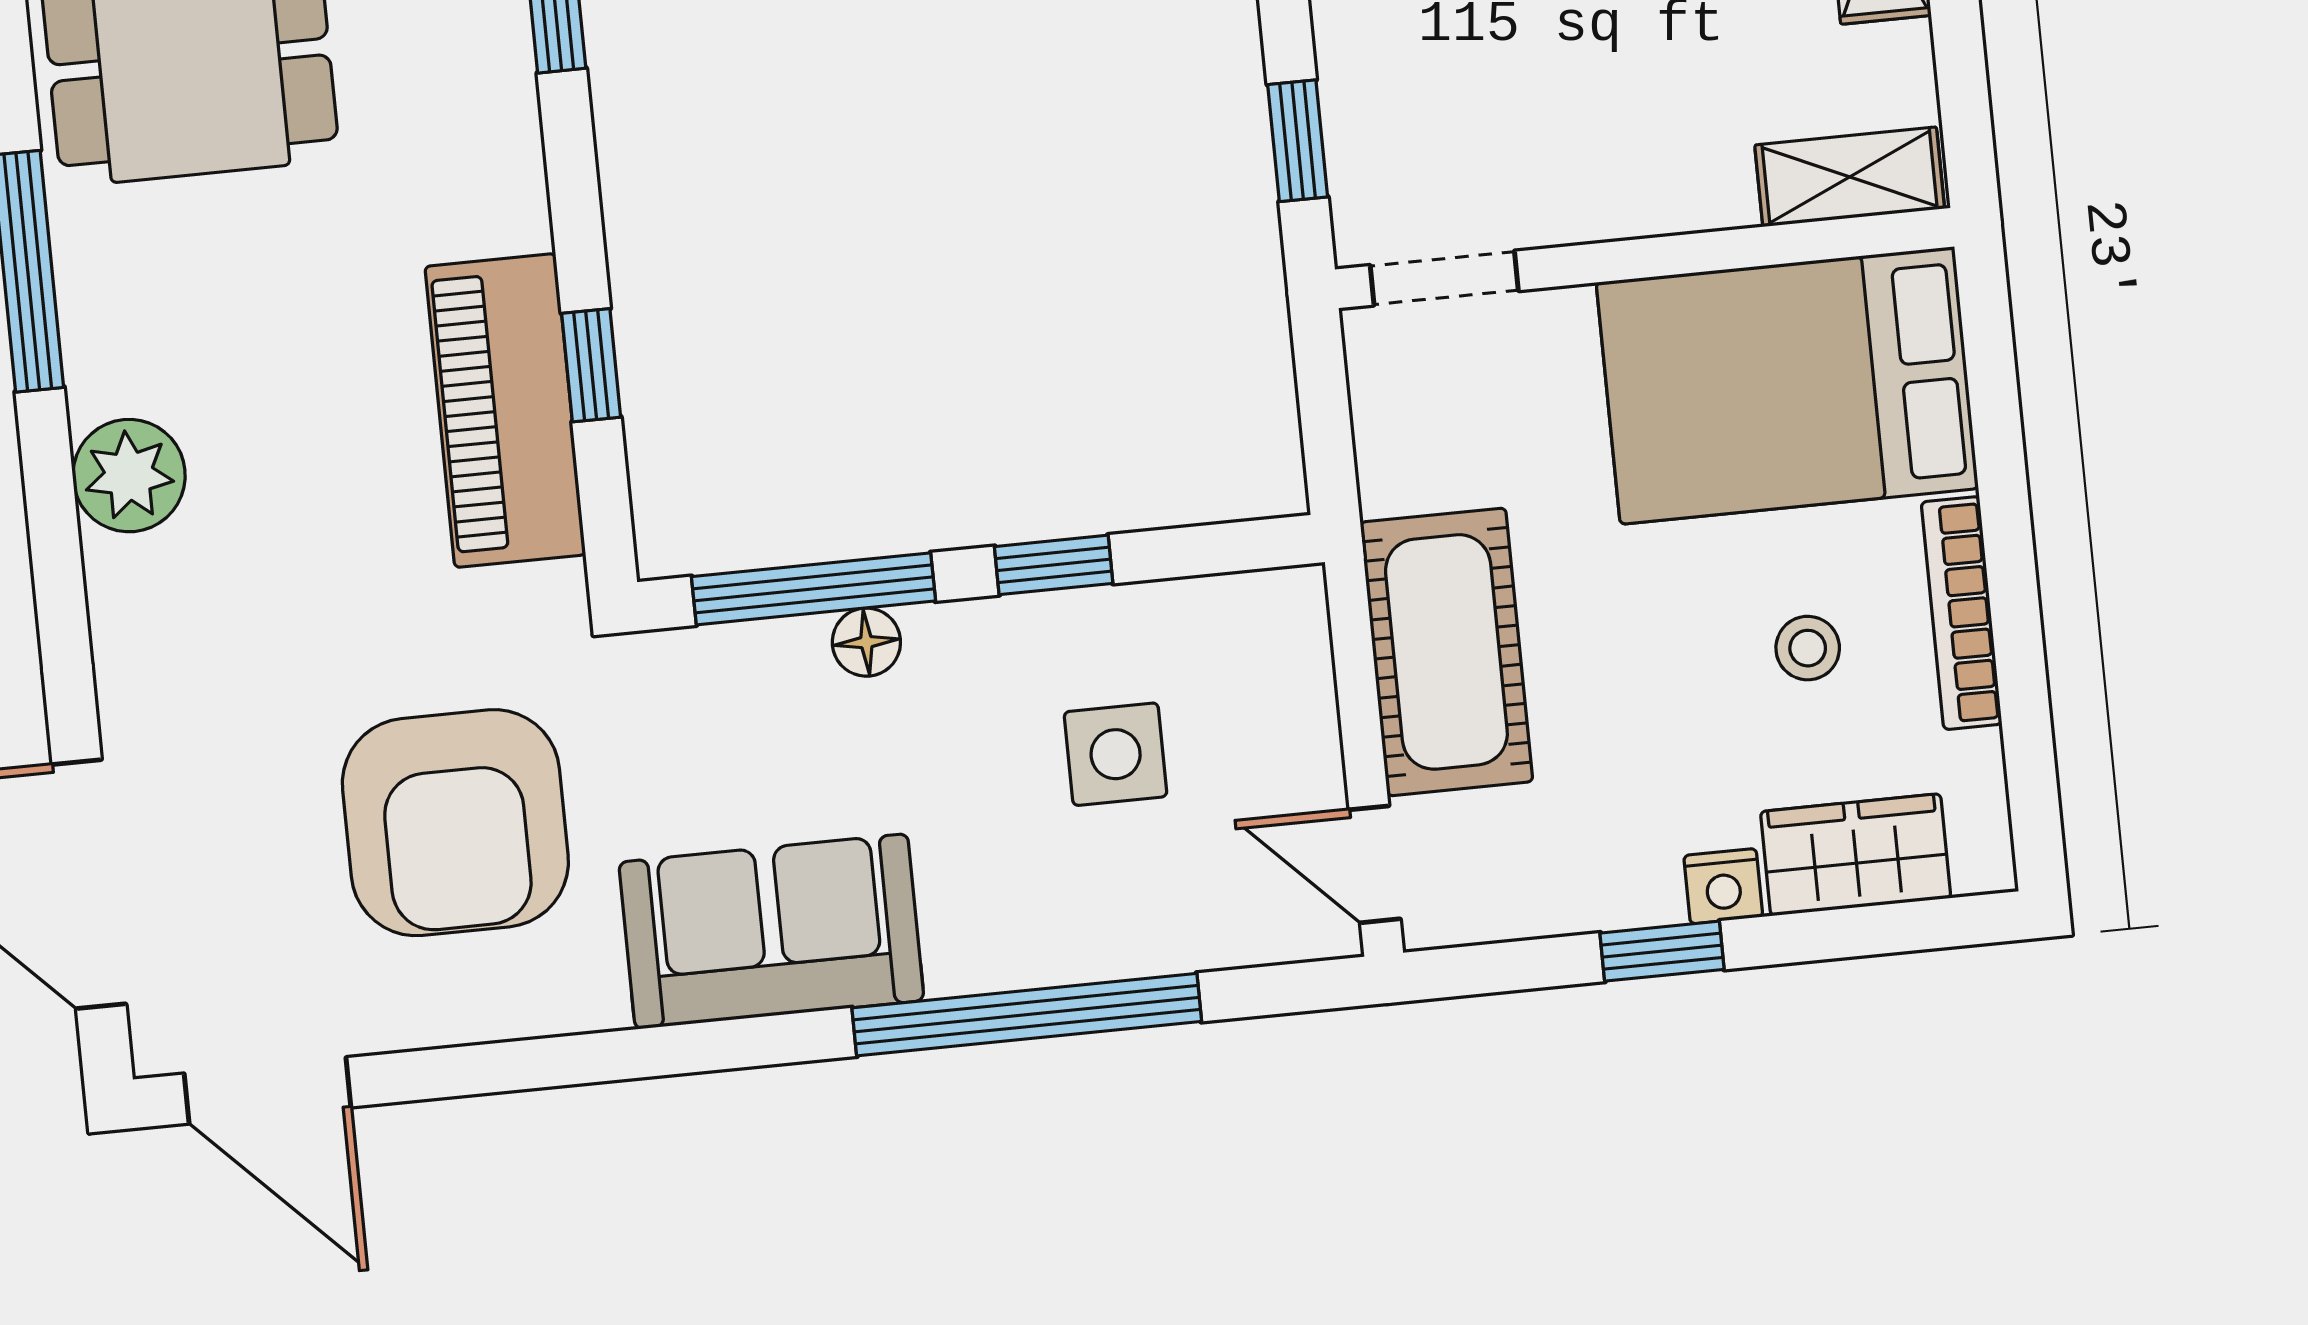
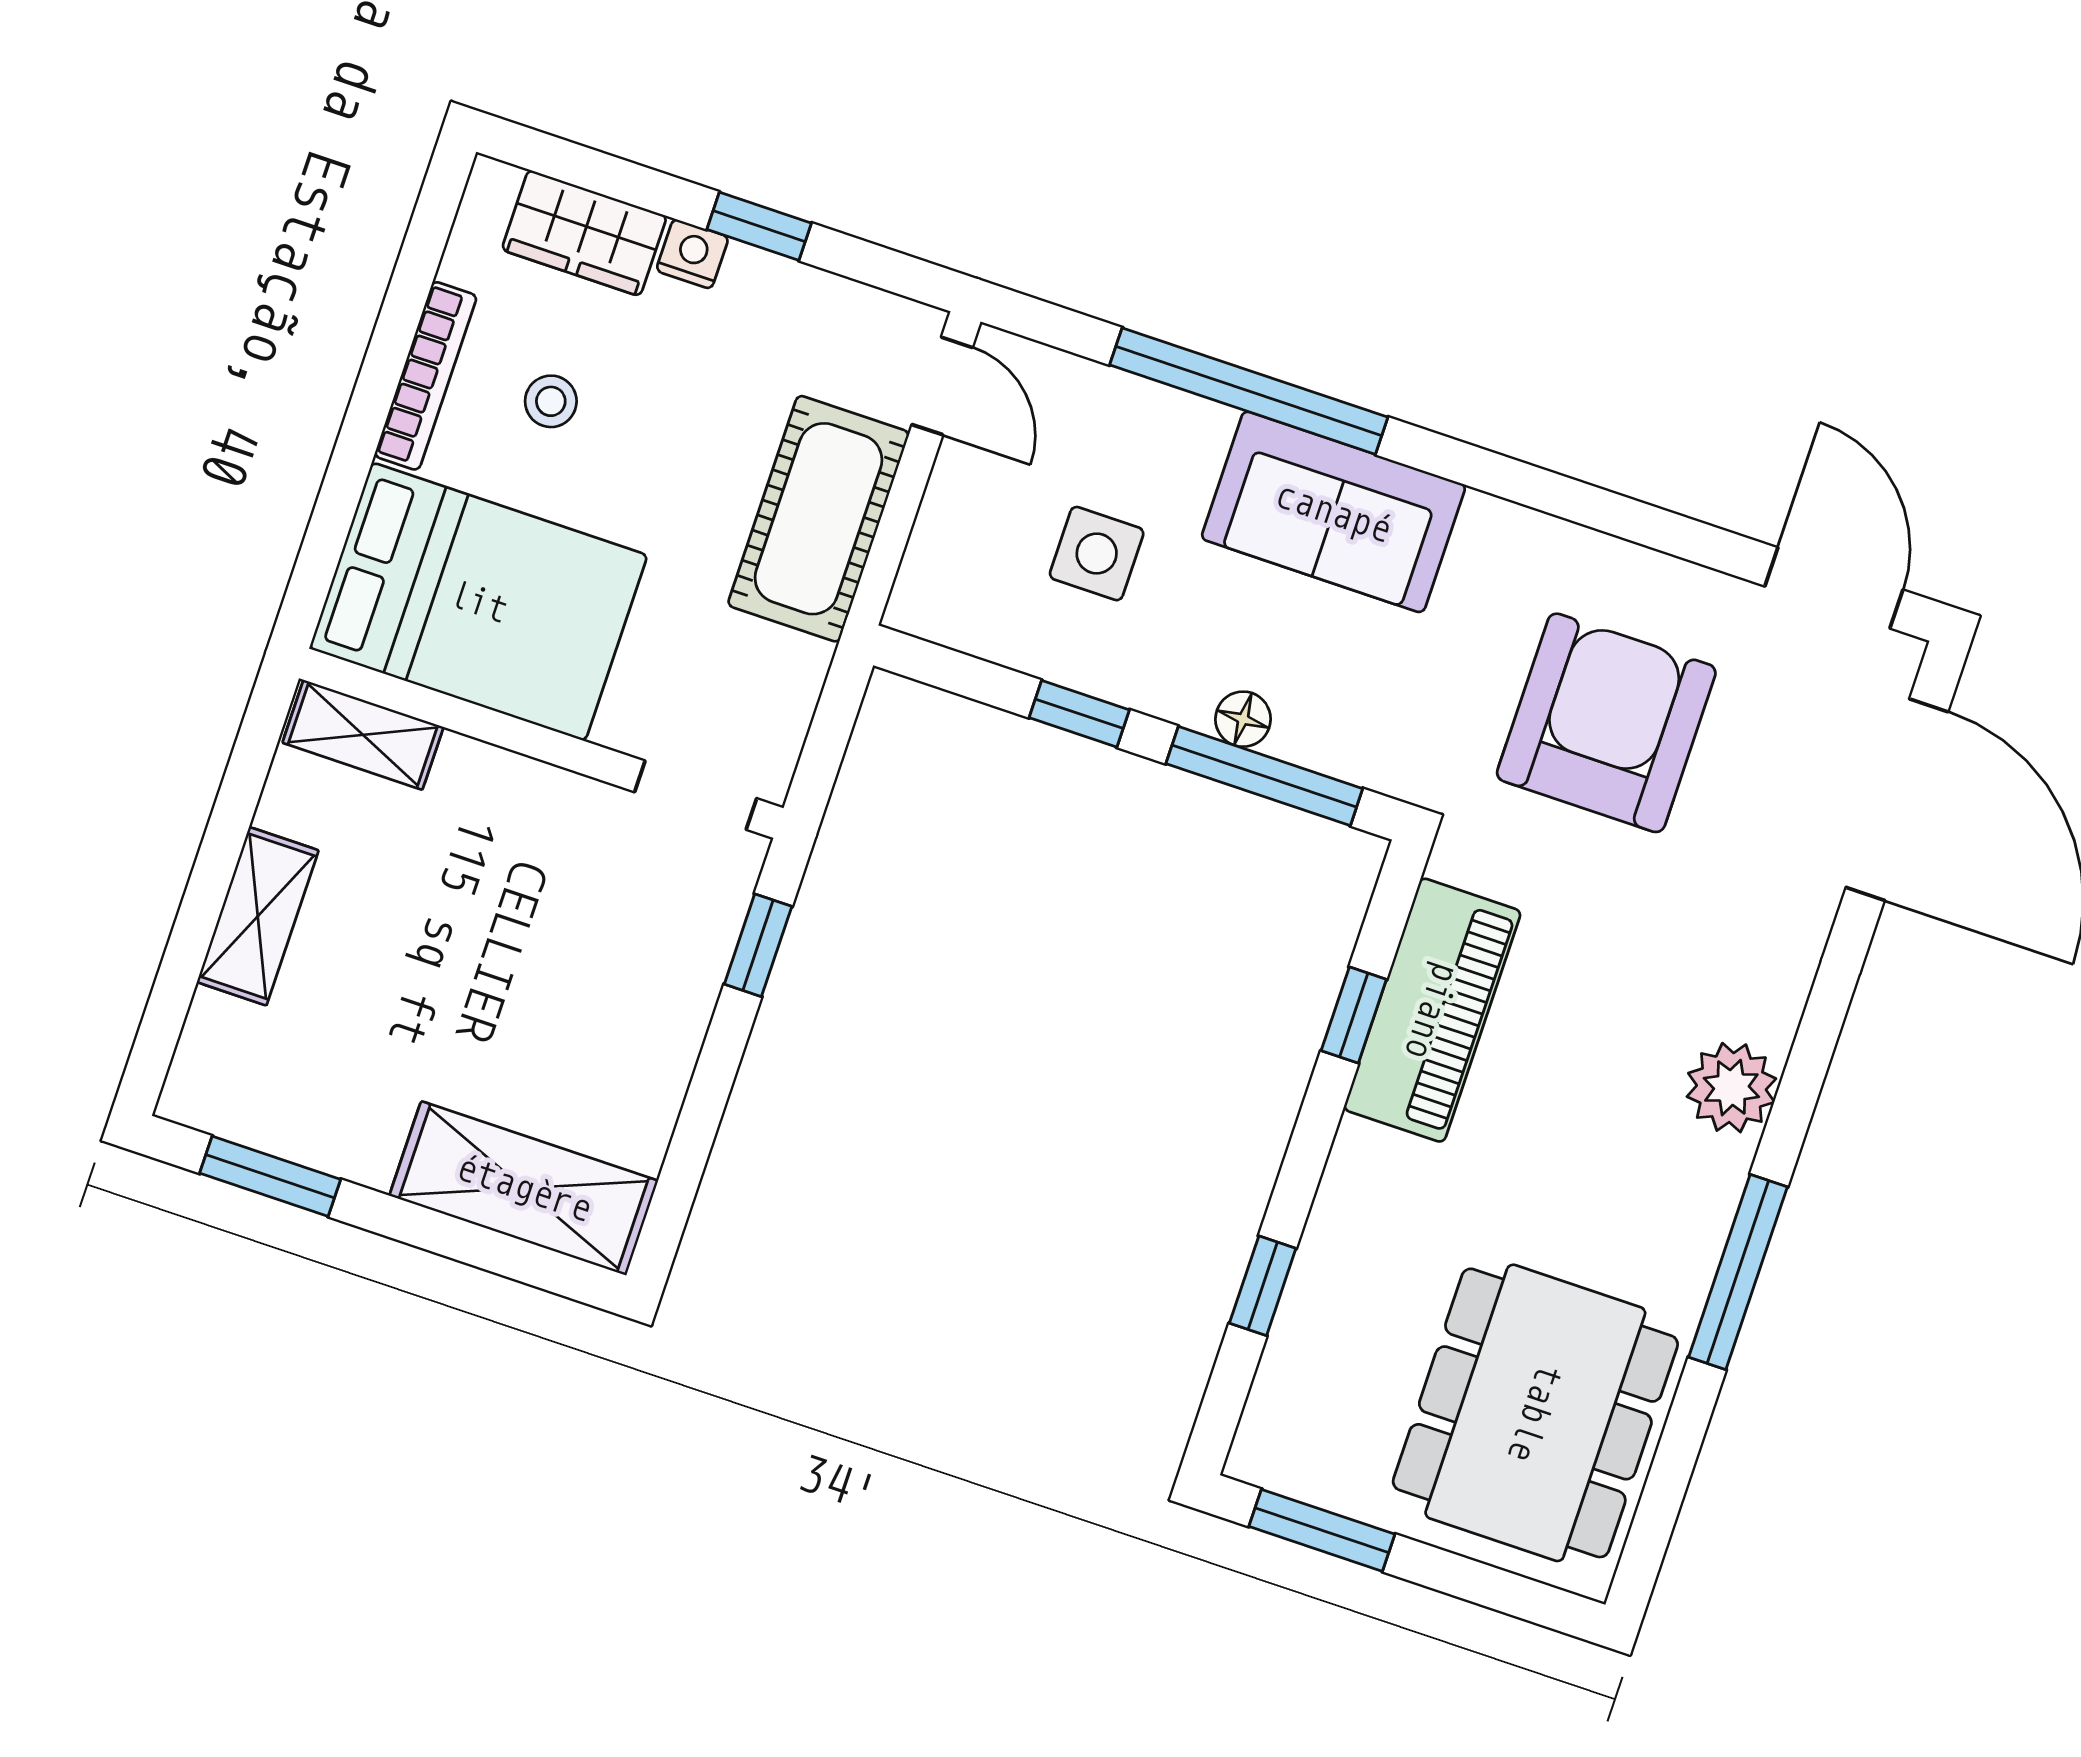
sofa: (771, 931) -> (1333, 512), moved

